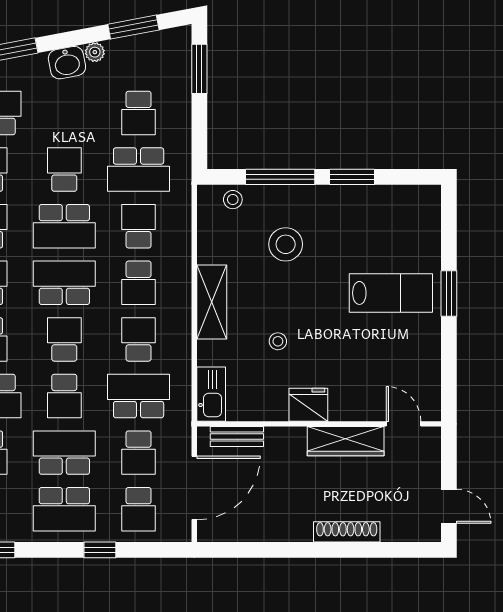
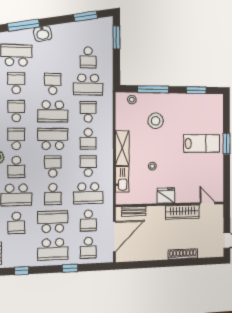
plant: (95, 52) -> (67, 27), removed
washbasin: (67, 63) -> (43, 34), moved
window: (352, 177) -> (196, 90), moved
kitchen sink: (211, 394) -> (122, 179), moved
school desk: (139, 396) -> (88, 193), turned 180

